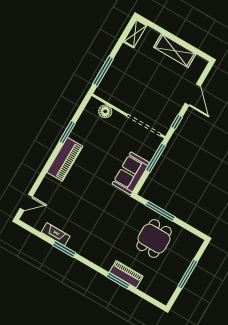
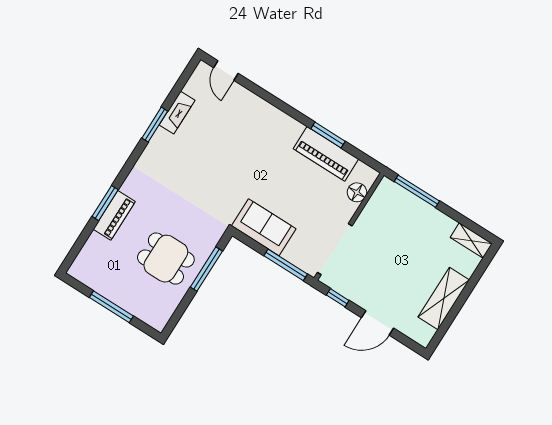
piano: (65, 159) -> (326, 154), moved

